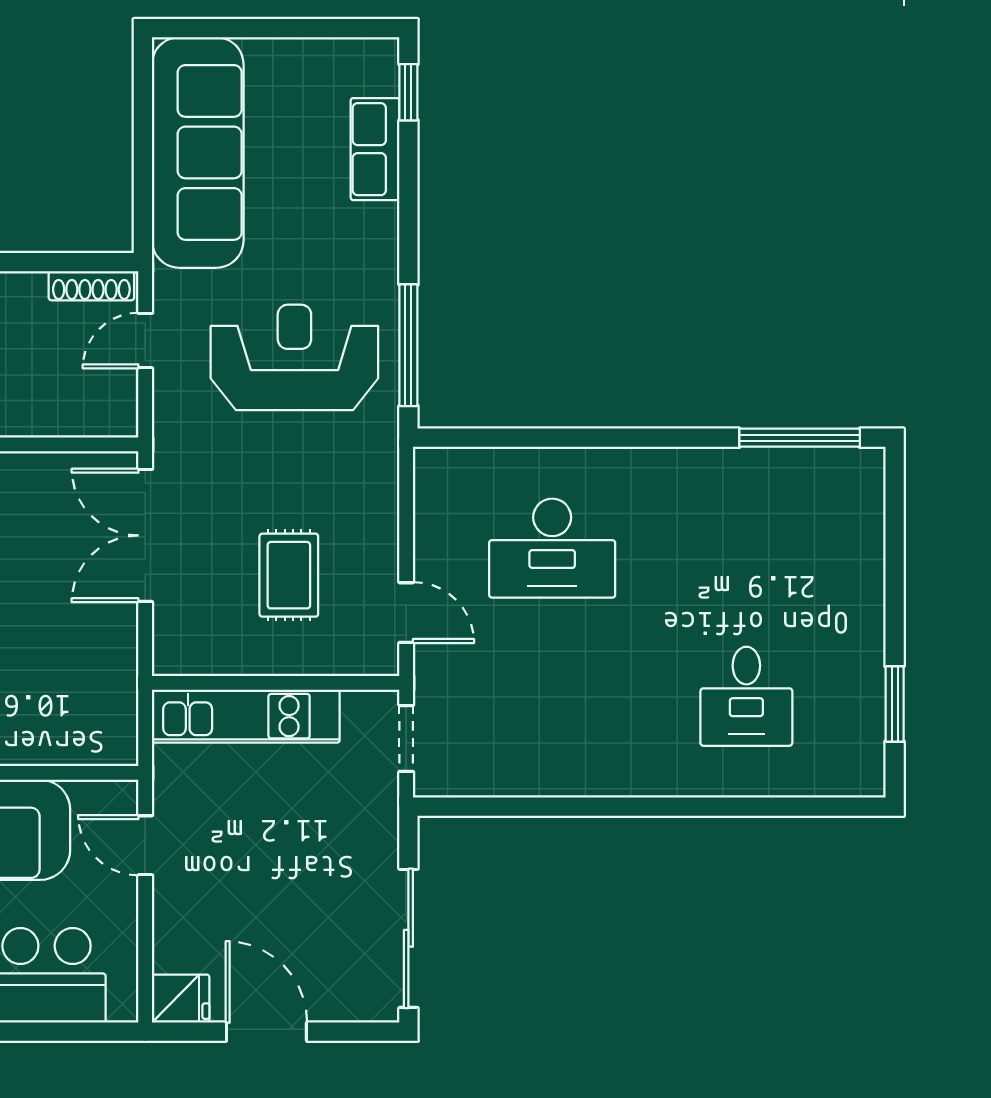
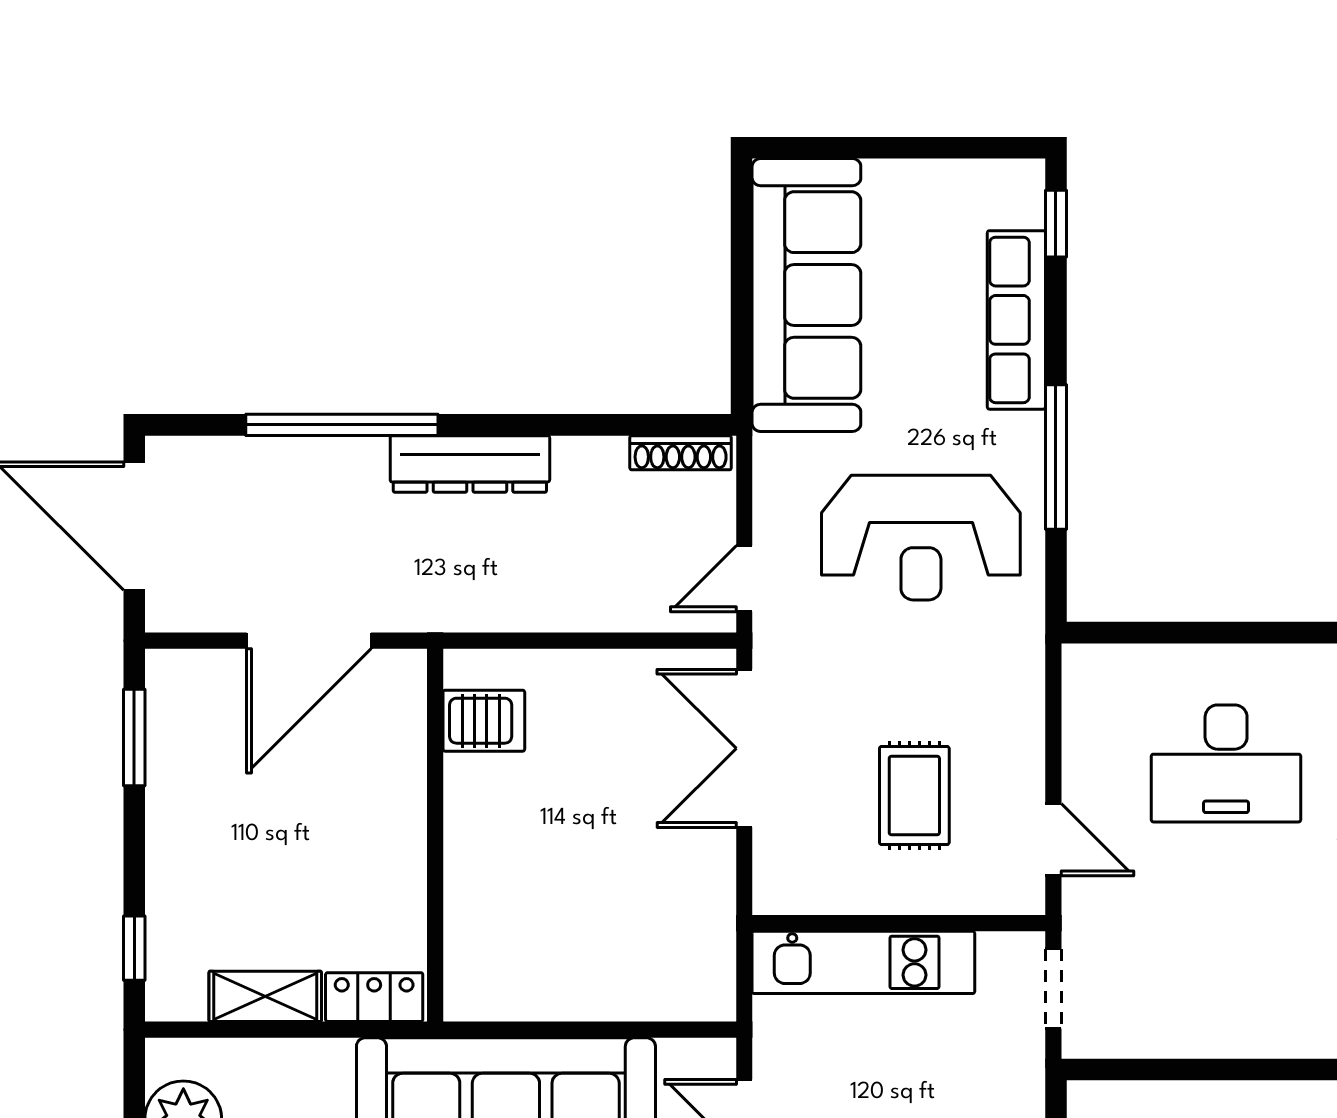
row of seats: (375, 149) -> (1016, 320), width x1.48
door: (145, 341) -> (744, 579), moved
window: (408, 345) -> (1056, 457), moved
reception desk: (294, 357) -> (921, 538), turned 180

